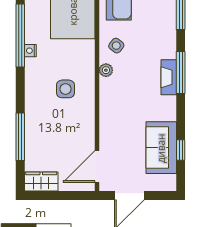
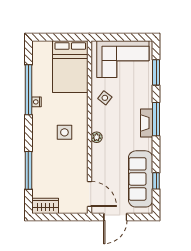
plant: (106, 70) -> (97, 137), moved
sofa: (161, 148) -> (141, 179), width x1.36
door: (97, 166) -> (89, 194), swing flipped

